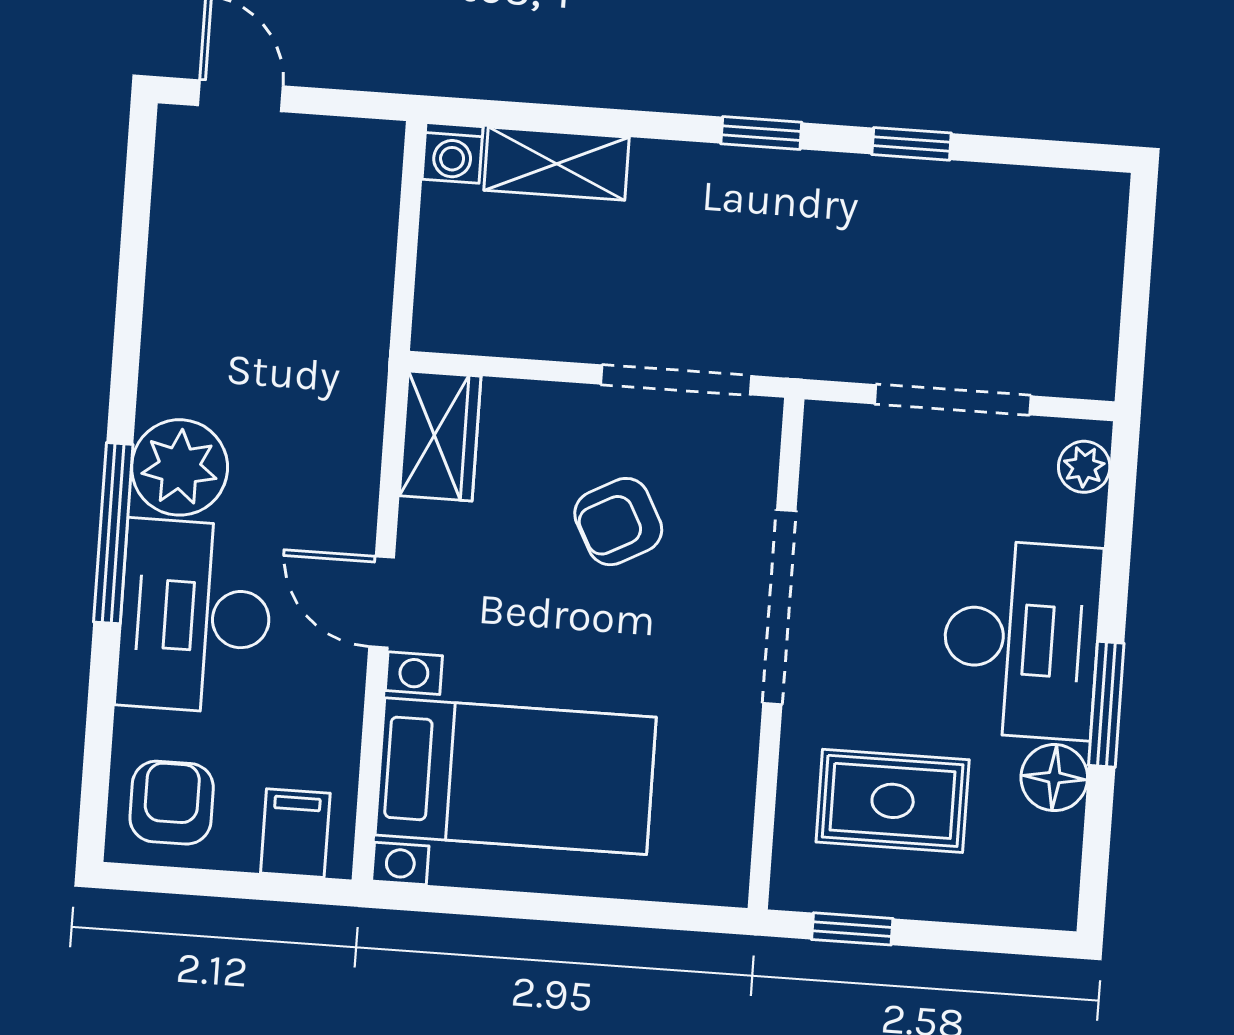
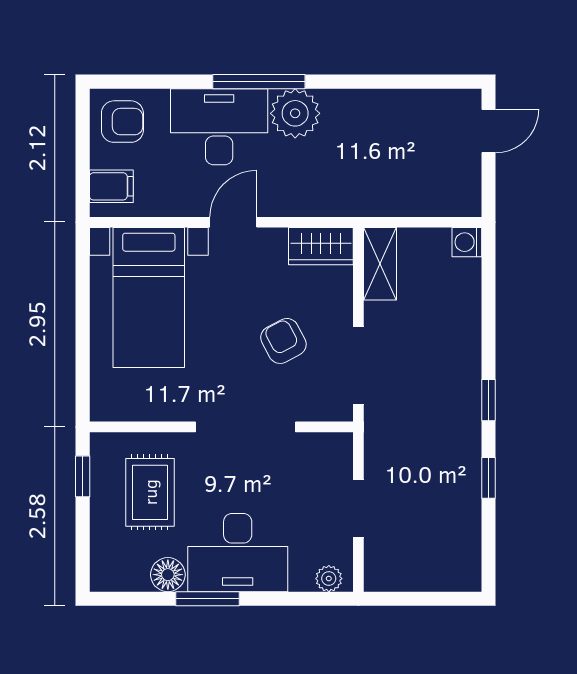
shelving: (556, 164) -> (380, 264), moved
doorway: (953, 400) -> (358, 508), width x0.73

